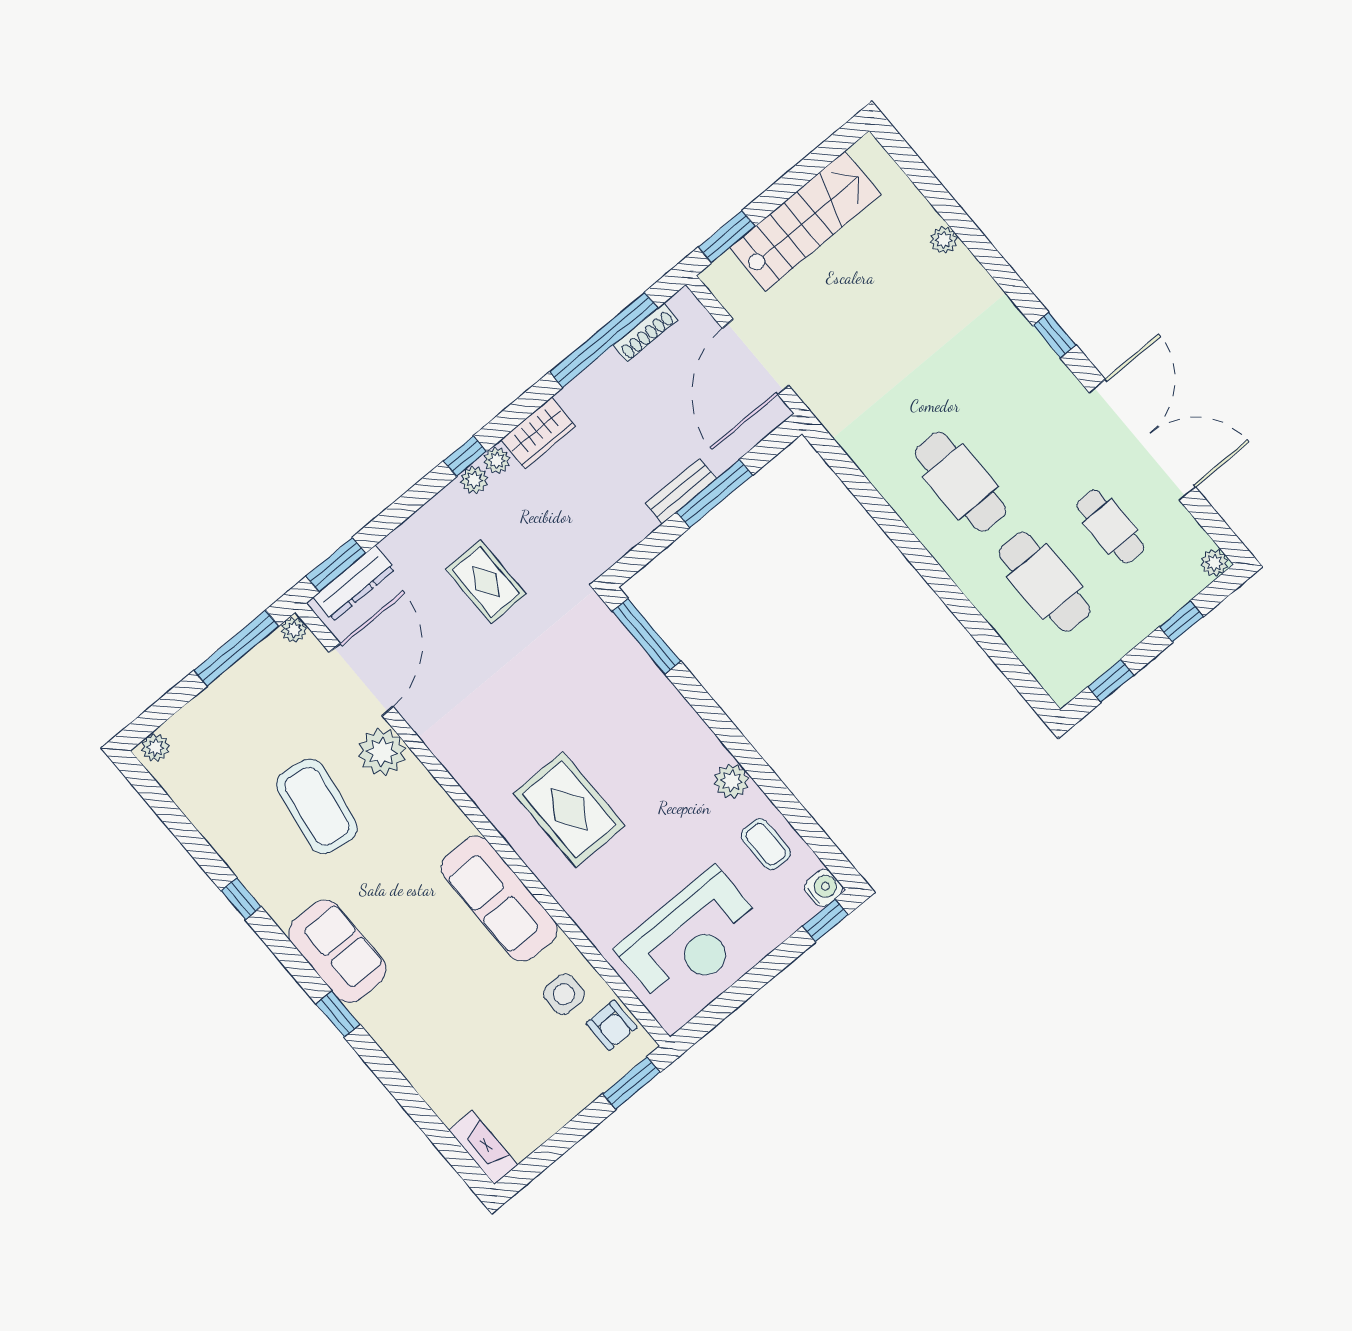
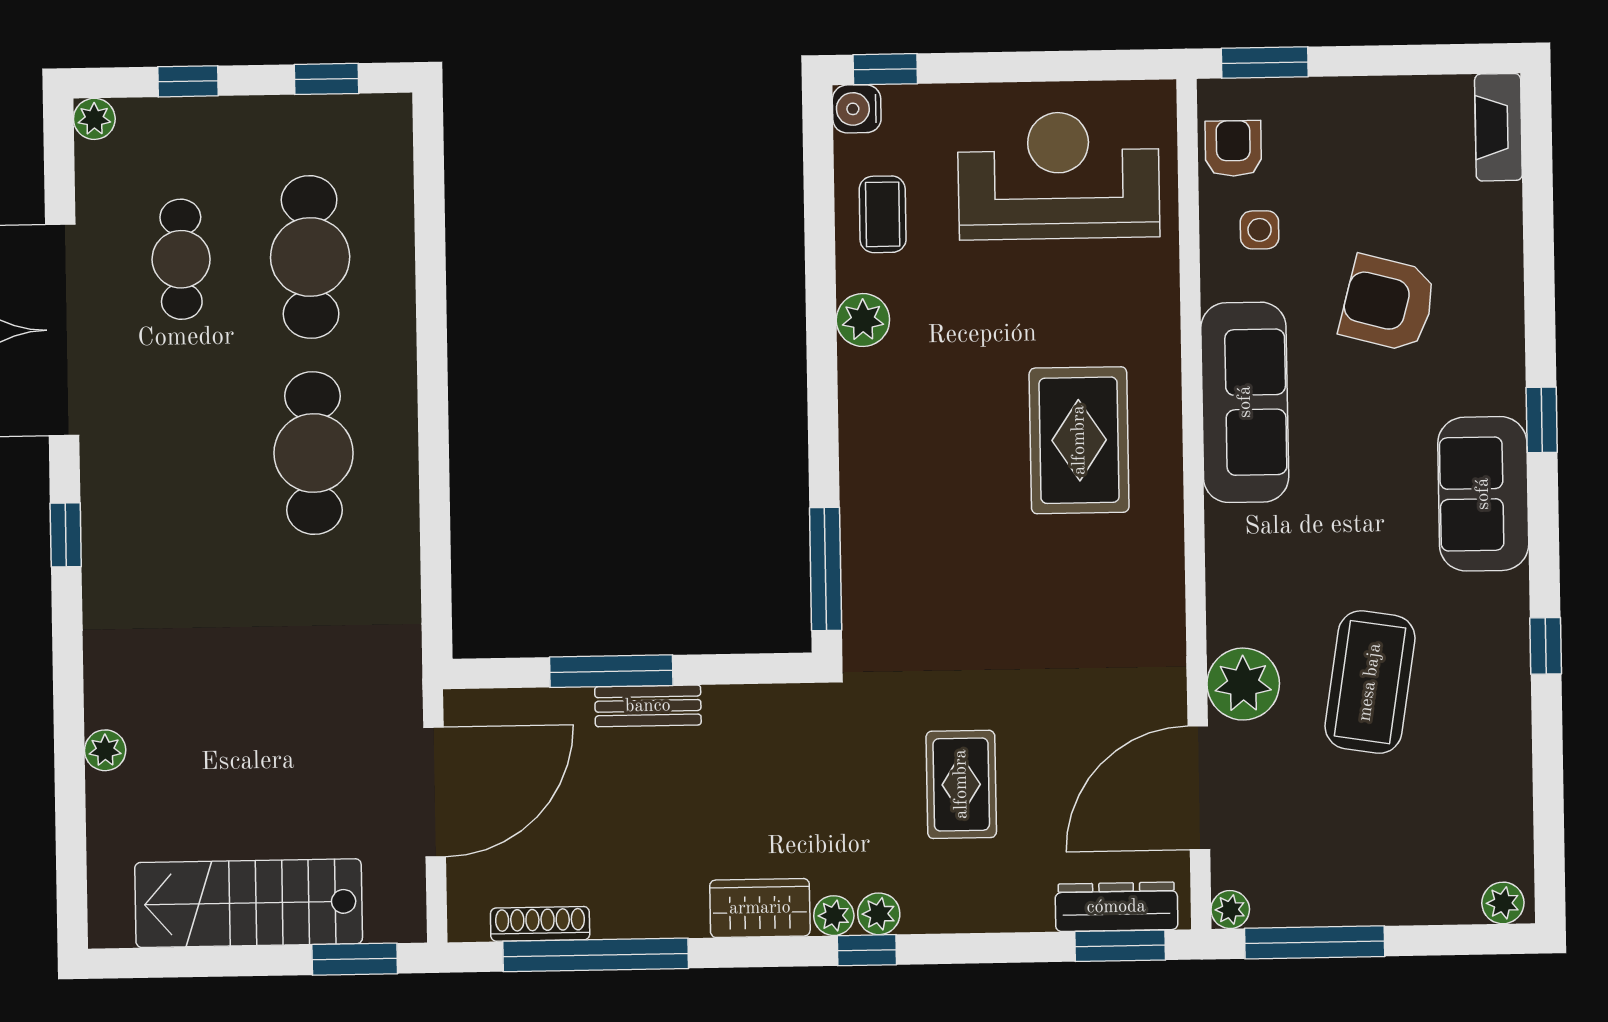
side table: (564, 994) -> (1260, 230), width x0.73, depth x0.73
armchair: (466, 1010) -> (1388, 303), added

